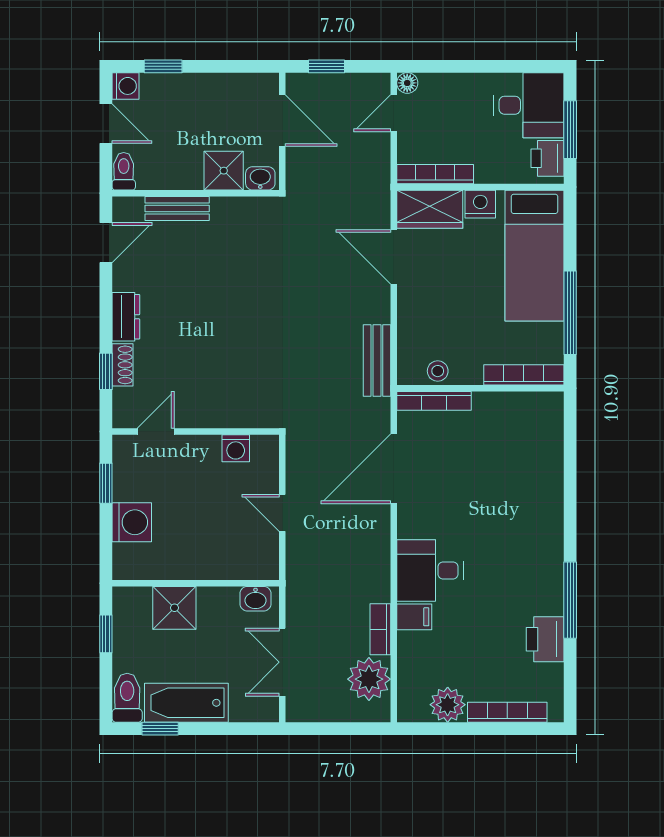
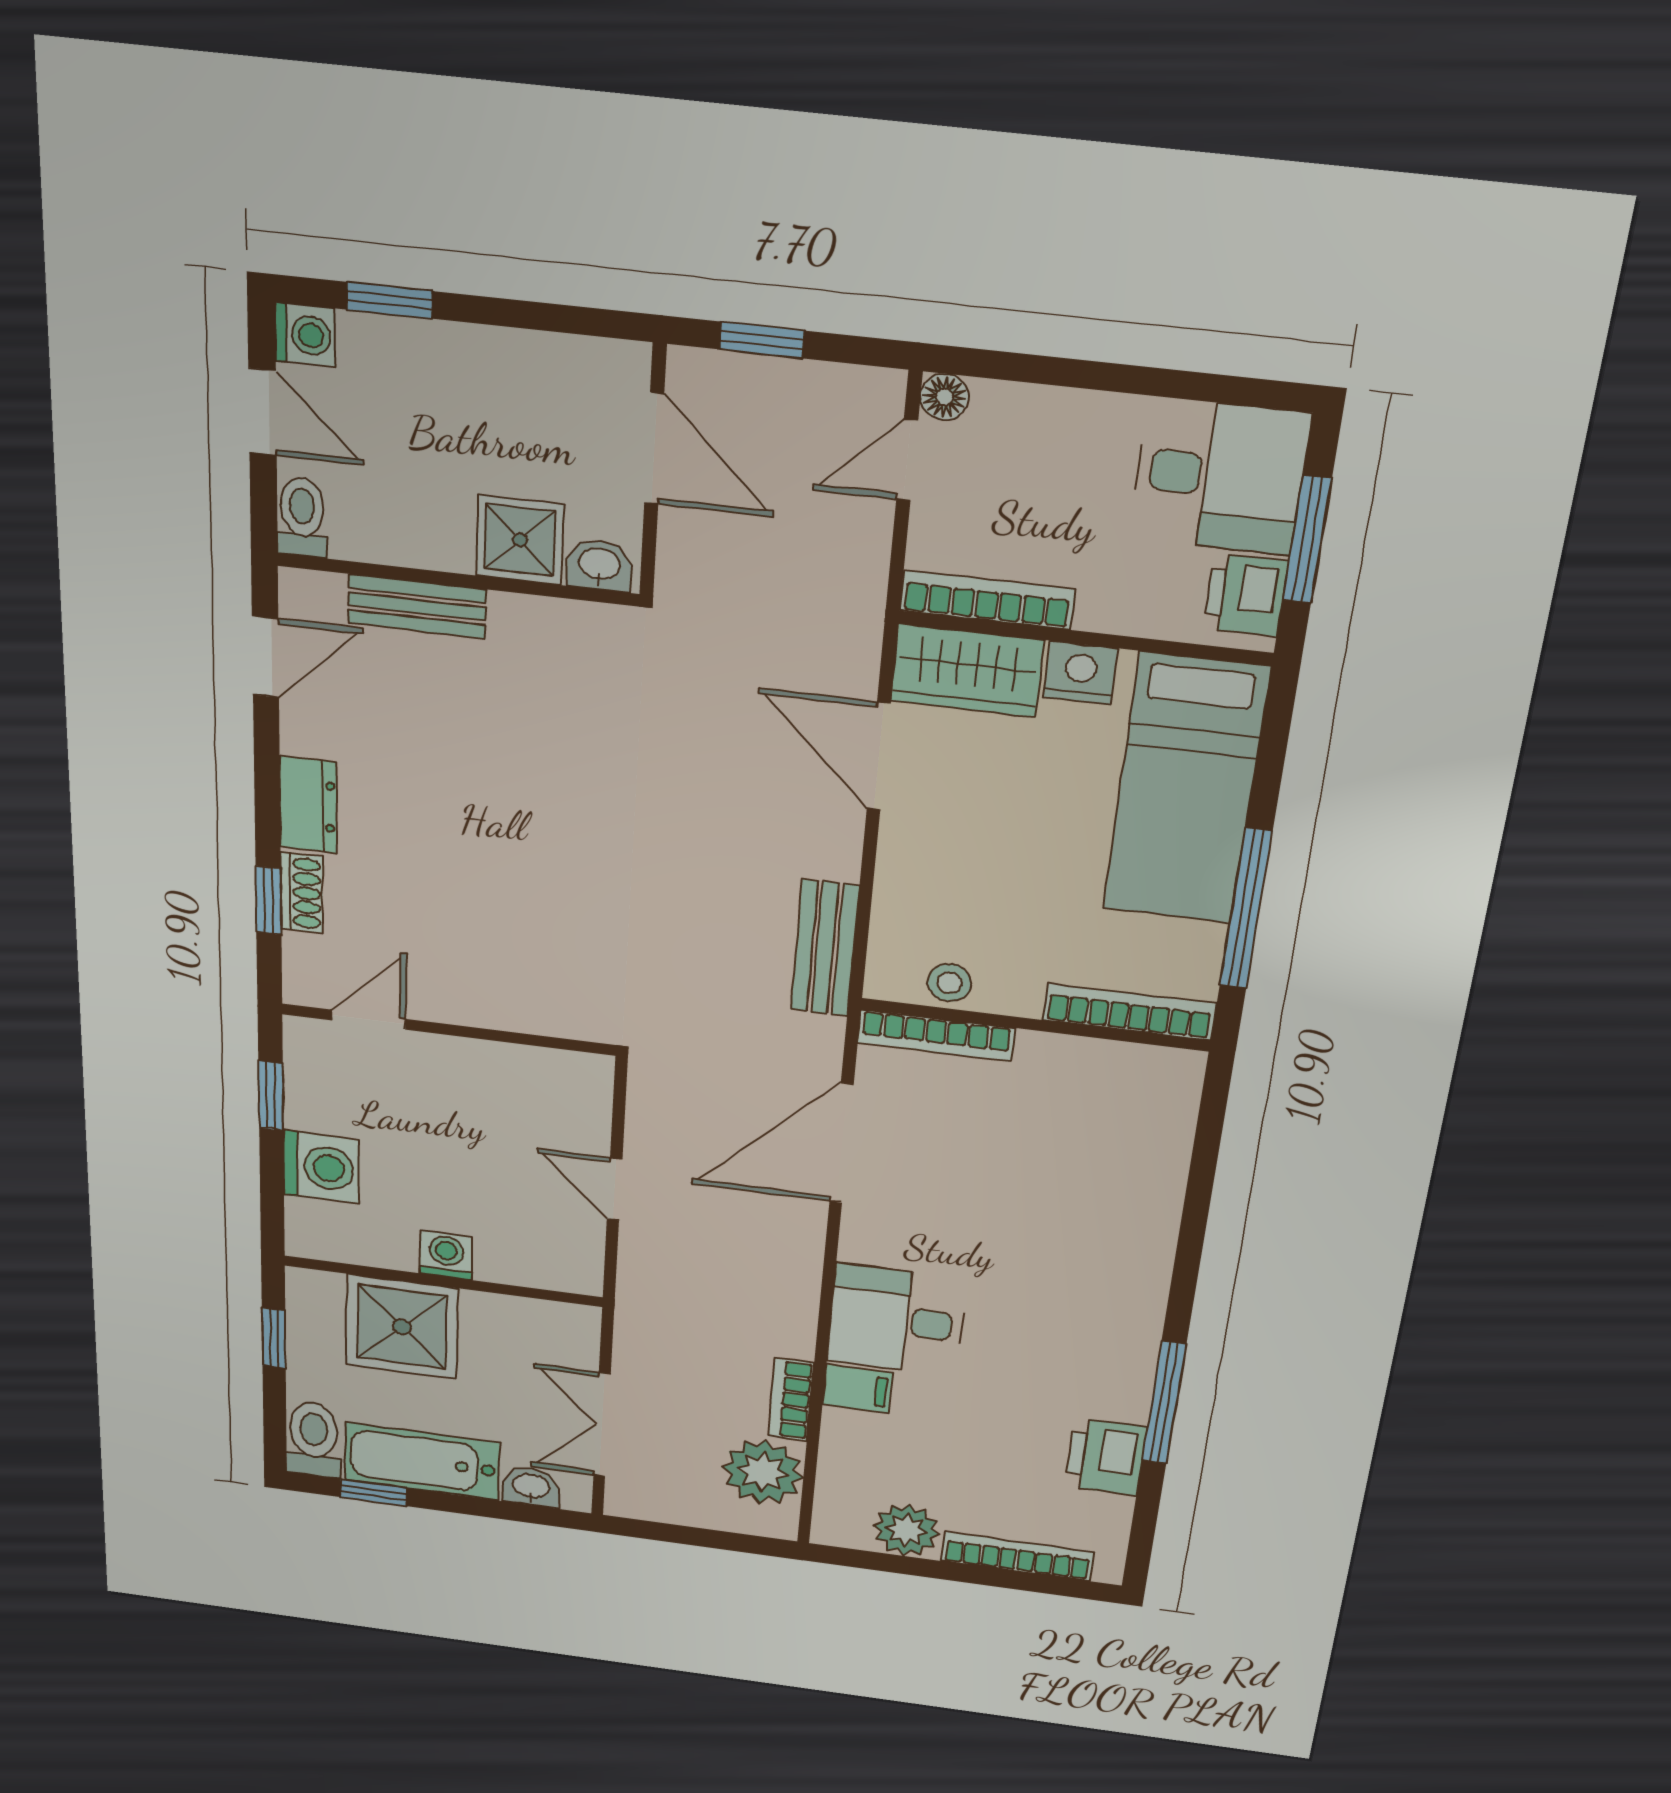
washing machine: (236, 448) -> (446, 1255), moved, turned 180
washbasin: (256, 599) -> (531, 1487), moved, turned 180
shower: (174, 608) -> (402, 1327), width x1.36, depth x1.36

